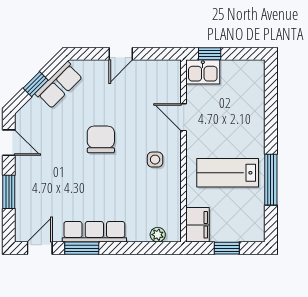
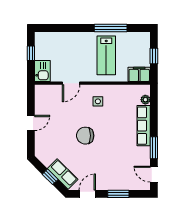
door: (121, 54) -> (31, 123), hinge flipped
window: (210, 54) -> (31, 53), moved
row of seats: (59, 85) -> (63, 174), moved
row of seats: (94, 232) -> (144, 126), moved

